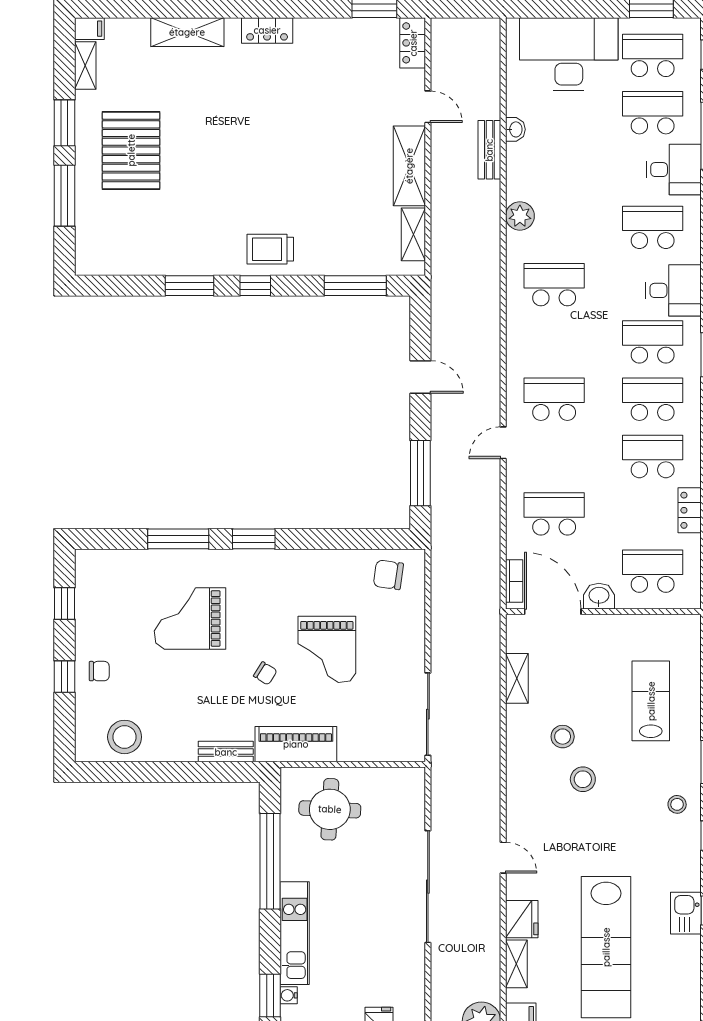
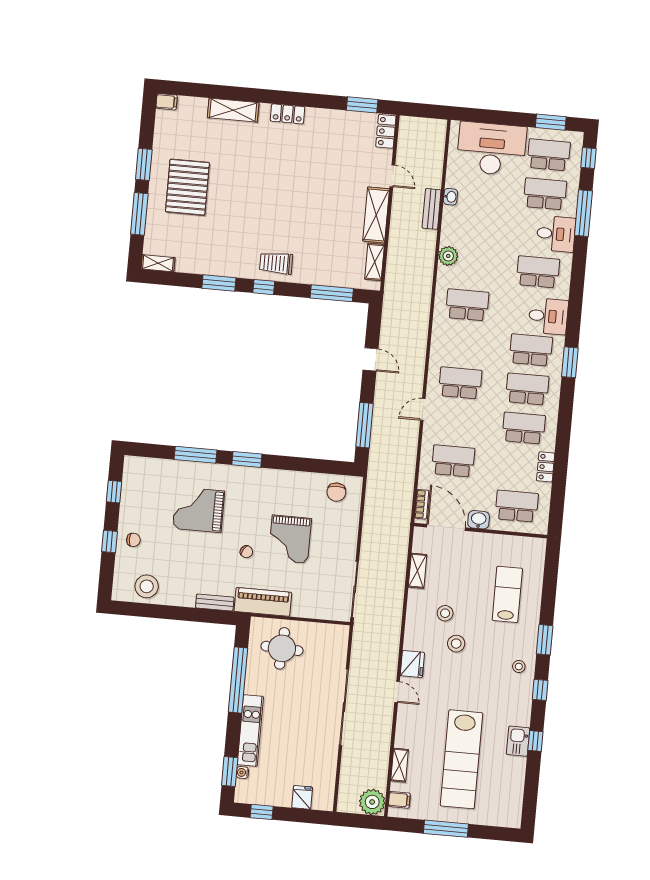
shelving: (85, 66) -> (158, 263), moved, turned 90
chair: (388, 575) -> (336, 492), turned -98
fridge: (522, 919) -> (412, 664), moved

